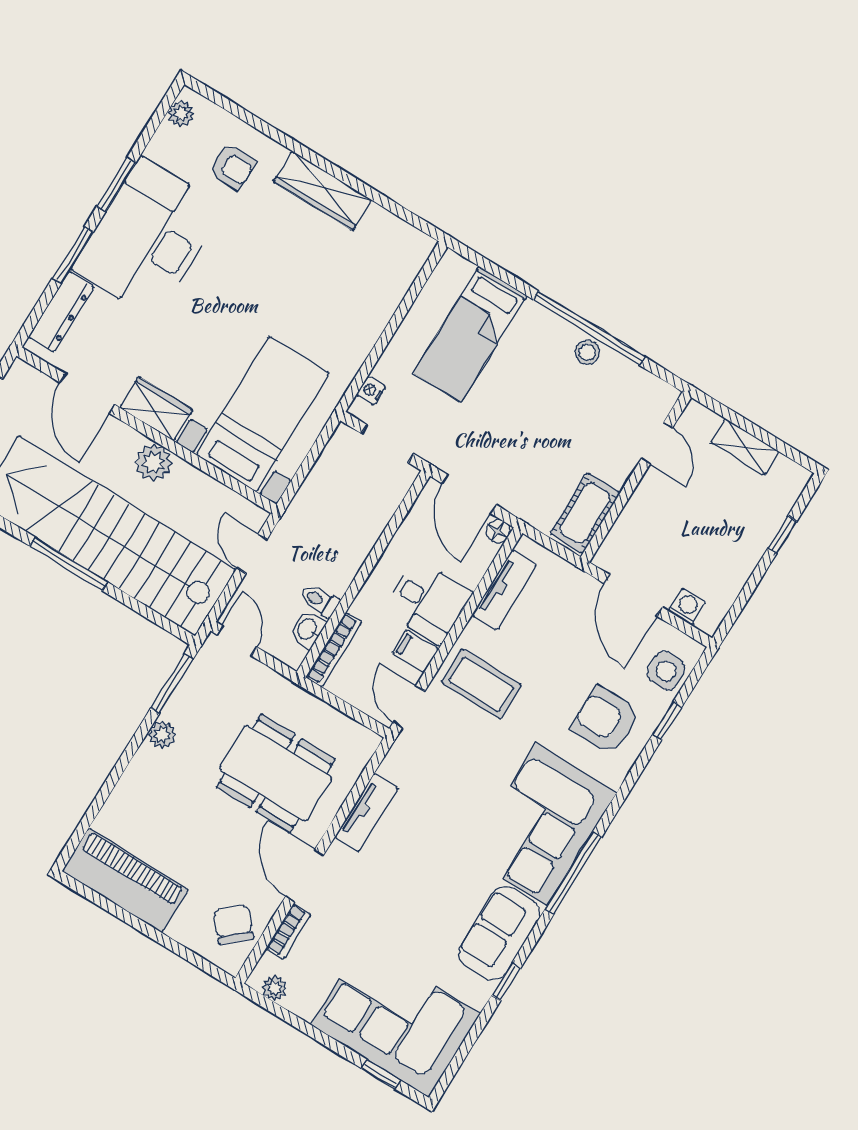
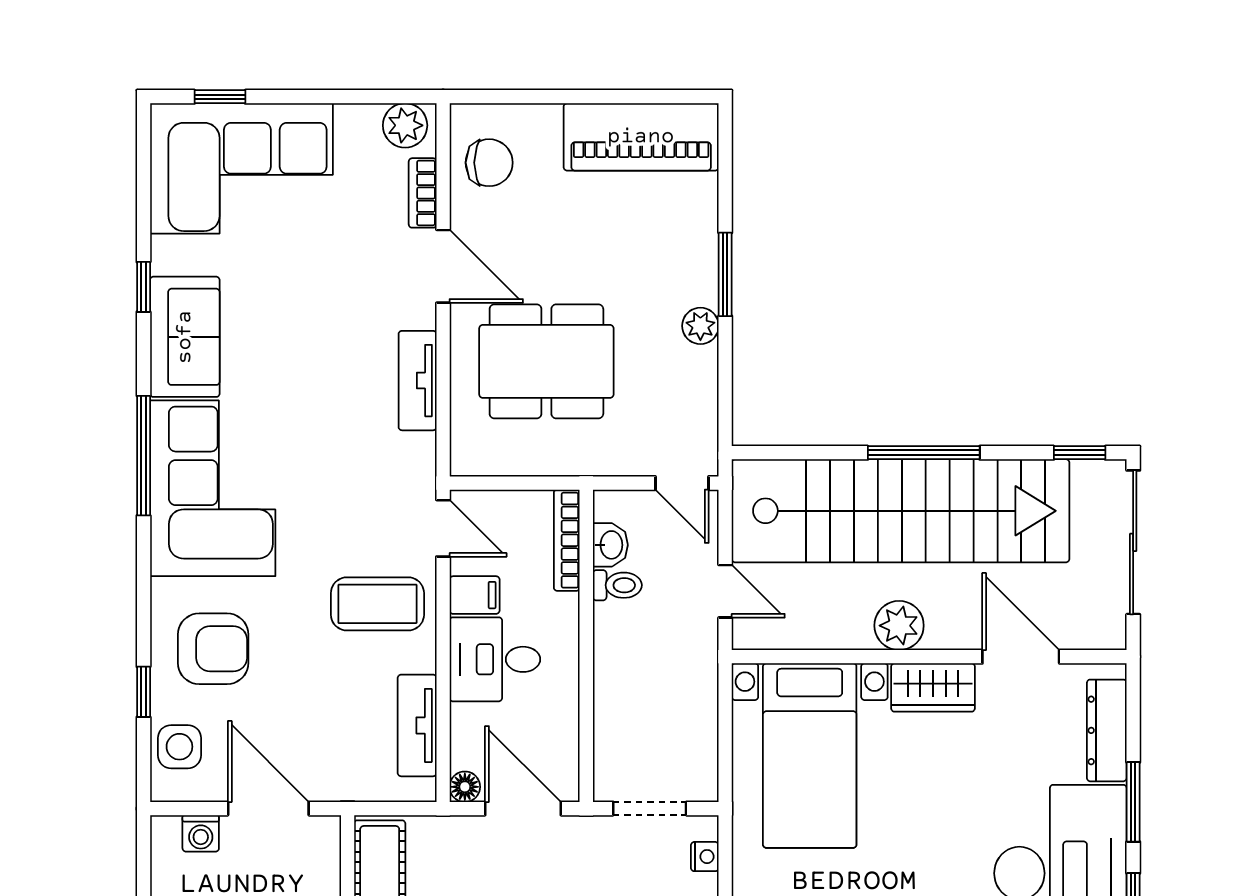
window: (172, 684) -> (725, 274), moved
chair: (234, 924) -> (489, 163), turned -49
plant: (274, 988) -> (405, 125), width x1.38, depth x1.38

